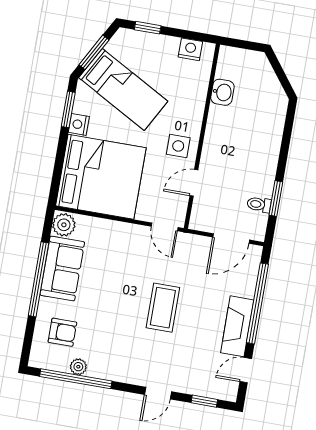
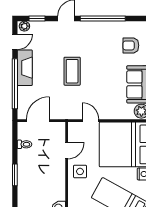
window: (276, 198) -> (15, 175), moved
door: (165, 227) -> (91, 121), moved
plant: (78, 367) -> (24, 26), moved
window: (76, 379) -> (103, 19), moved

